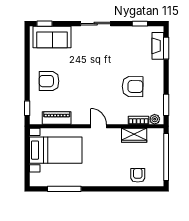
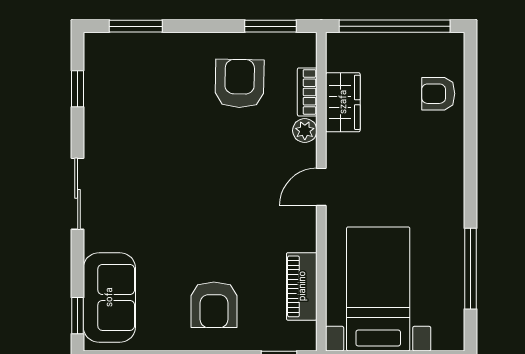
fireplace: (158, 46) -> (130, 46), removed
armchair: (133, 86) -> (240, 83), moved
plant: (155, 119) -> (305, 131), moved

